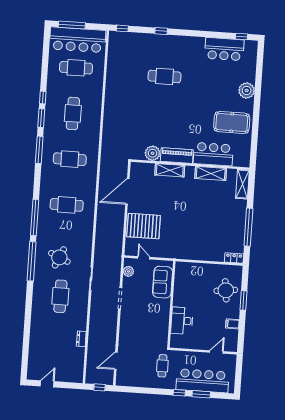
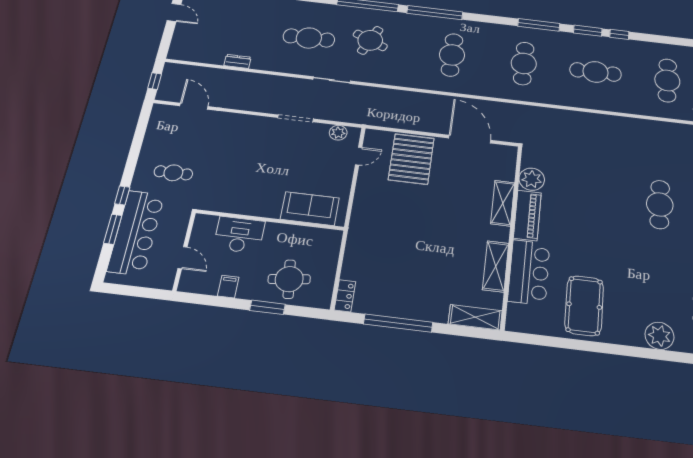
plant: (247, 91) -> (659, 336), moved
sofa: (163, 282) -> (310, 209), moved
wall: (171, 304) -> (270, 220), moved
desk: (182, 321) -> (239, 235), moved

